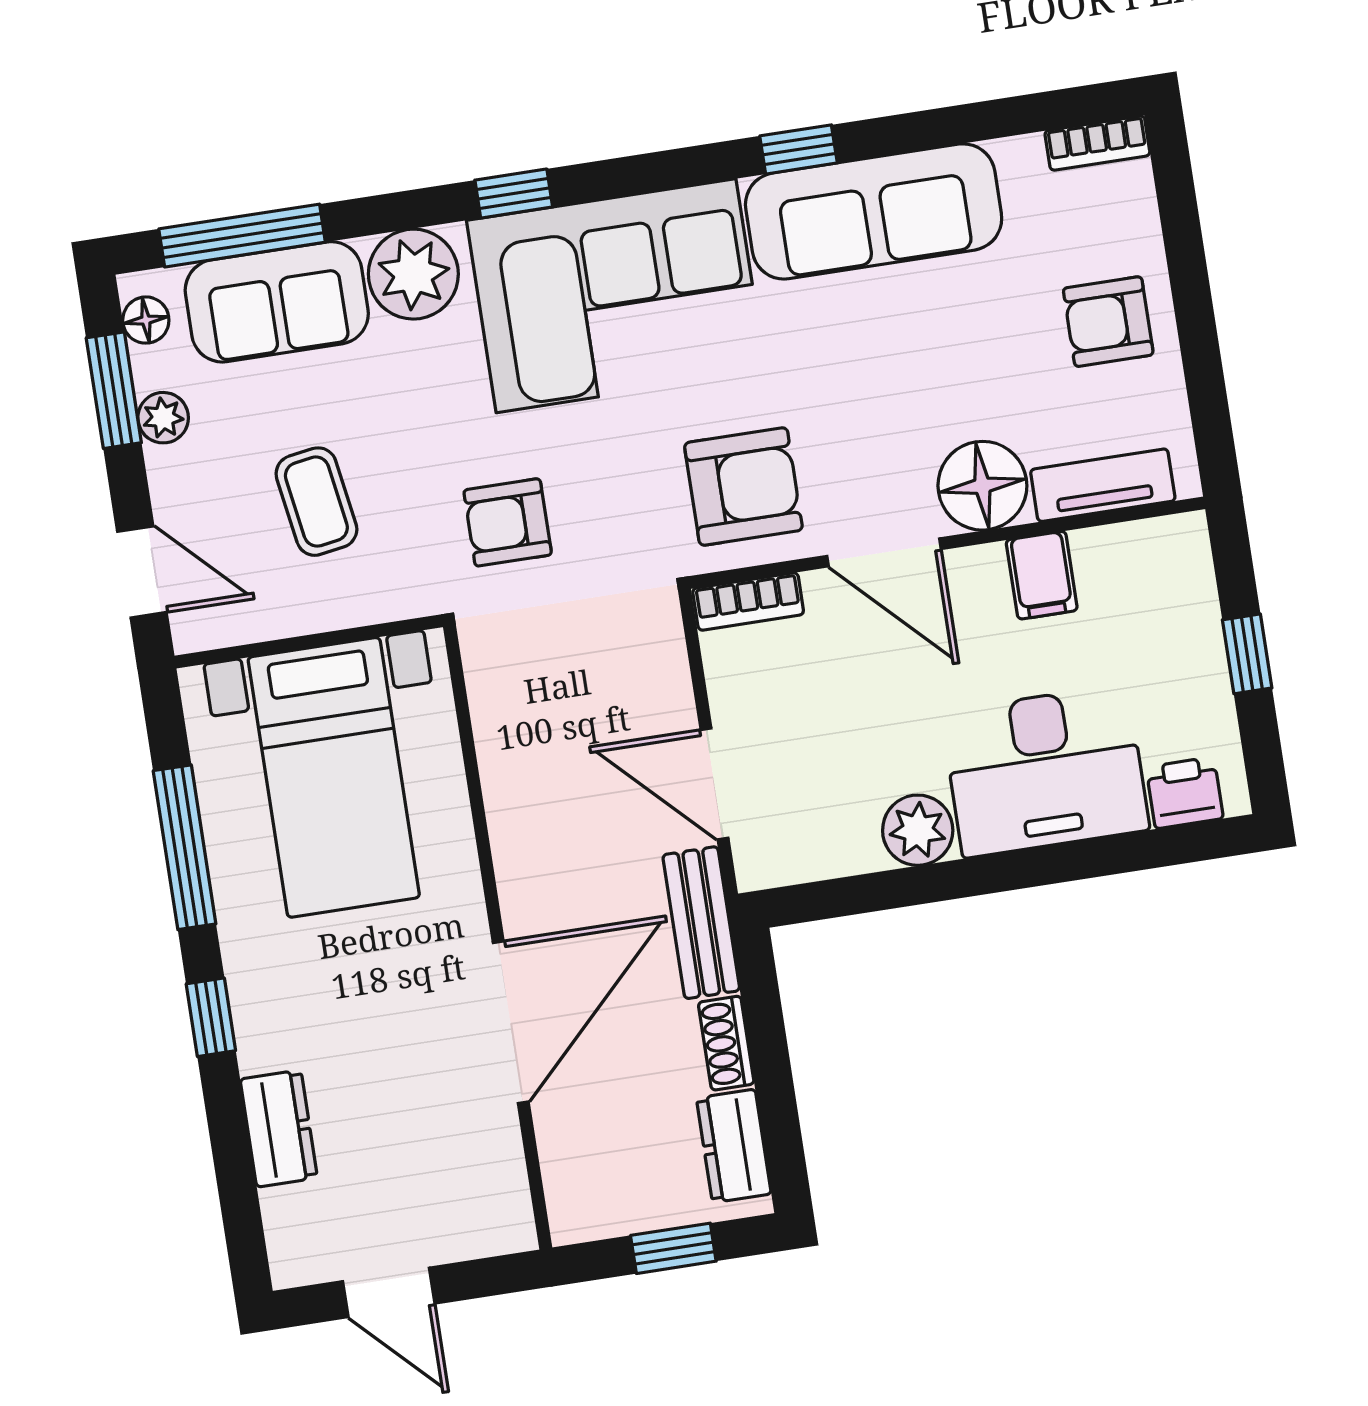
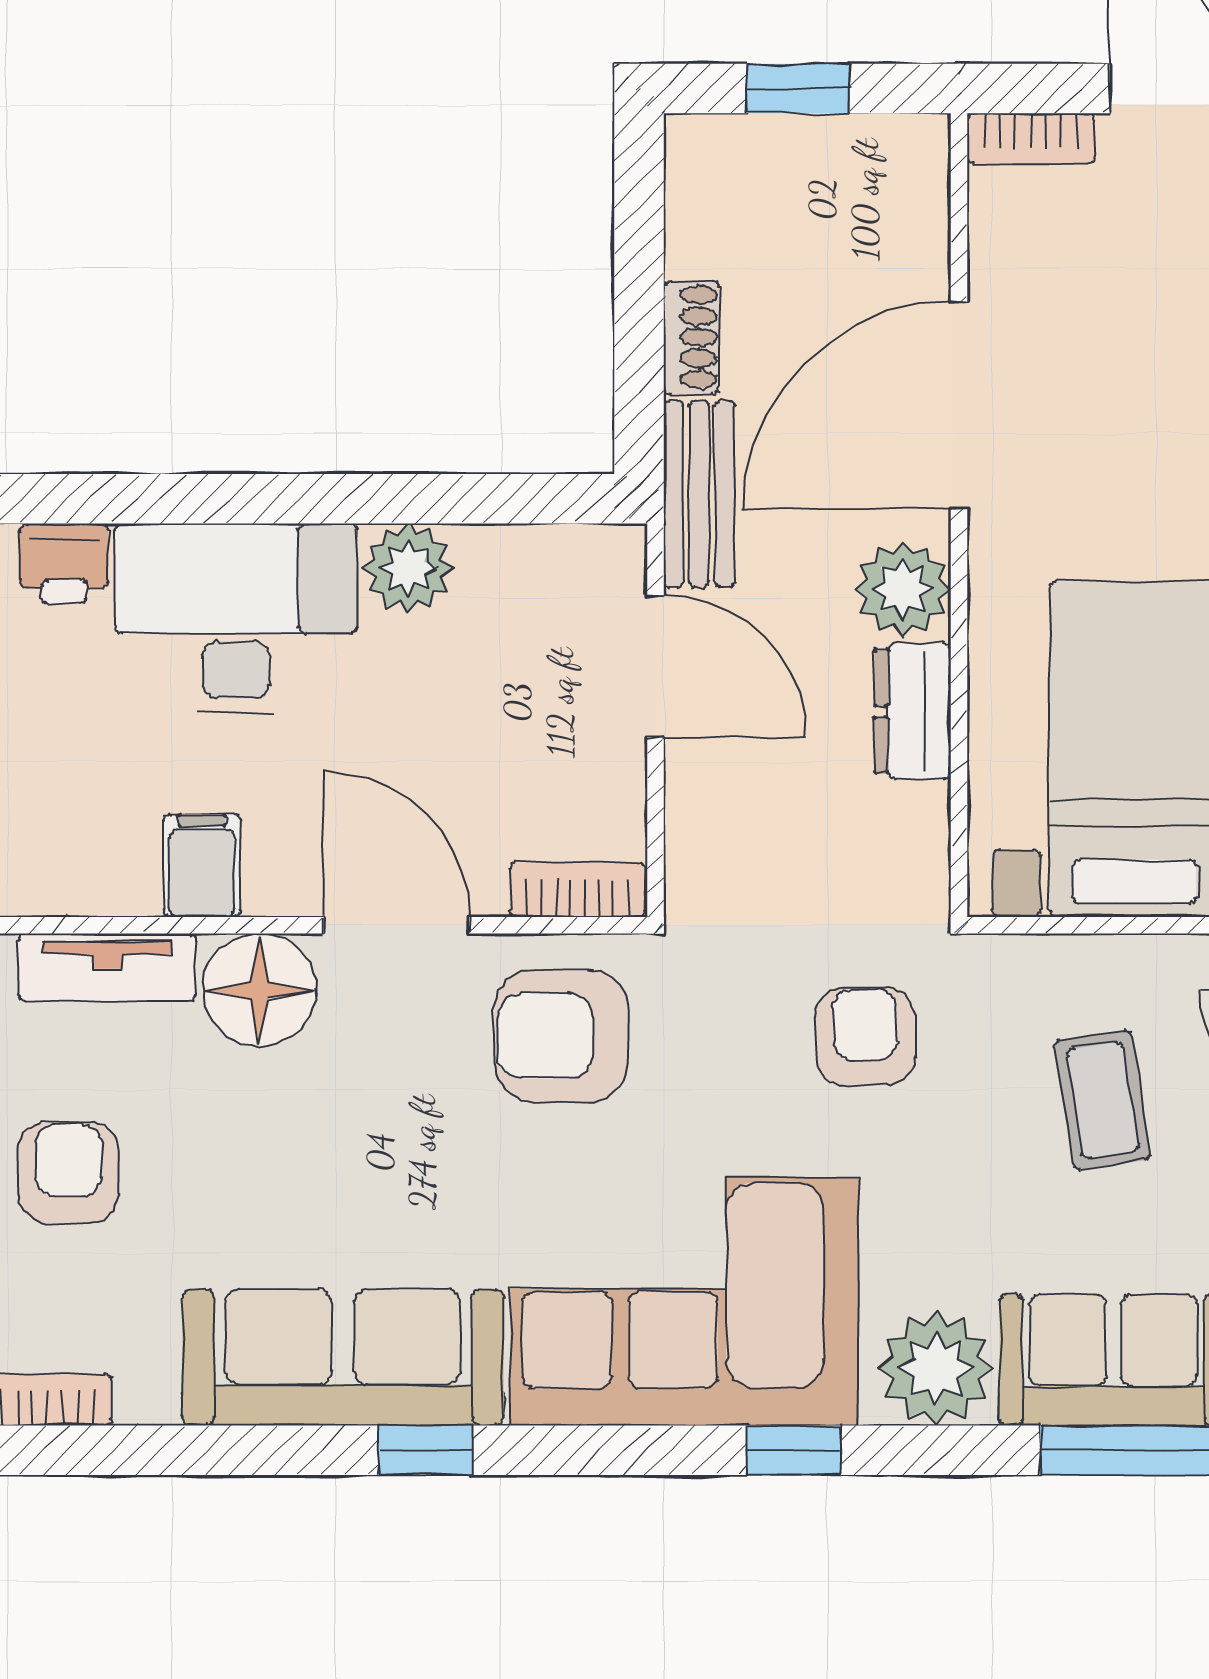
armchair: (1108, 322) -> (69, 1173), turned -90
armchair: (508, 522) -> (865, 1037), turned -92
plant: (532, 873) -> (903, 589), added
dresser: (734, 1146) -> (913, 711), moved, turned 180
bookcase: (487, 1237) -> (1031, 139), added

